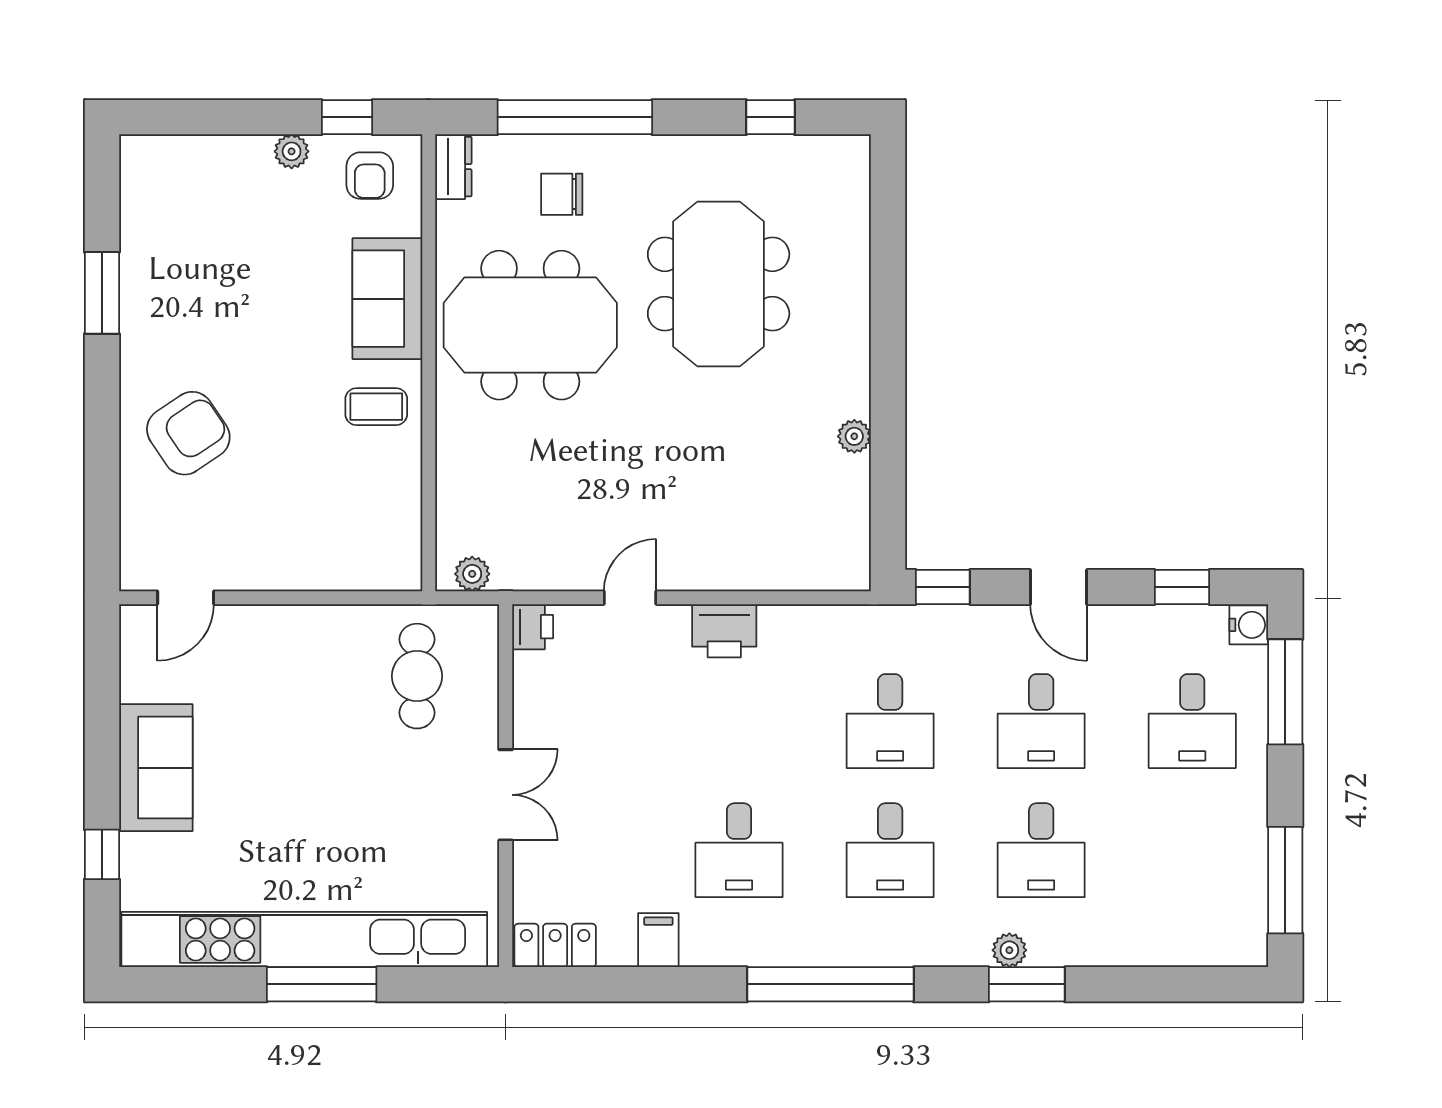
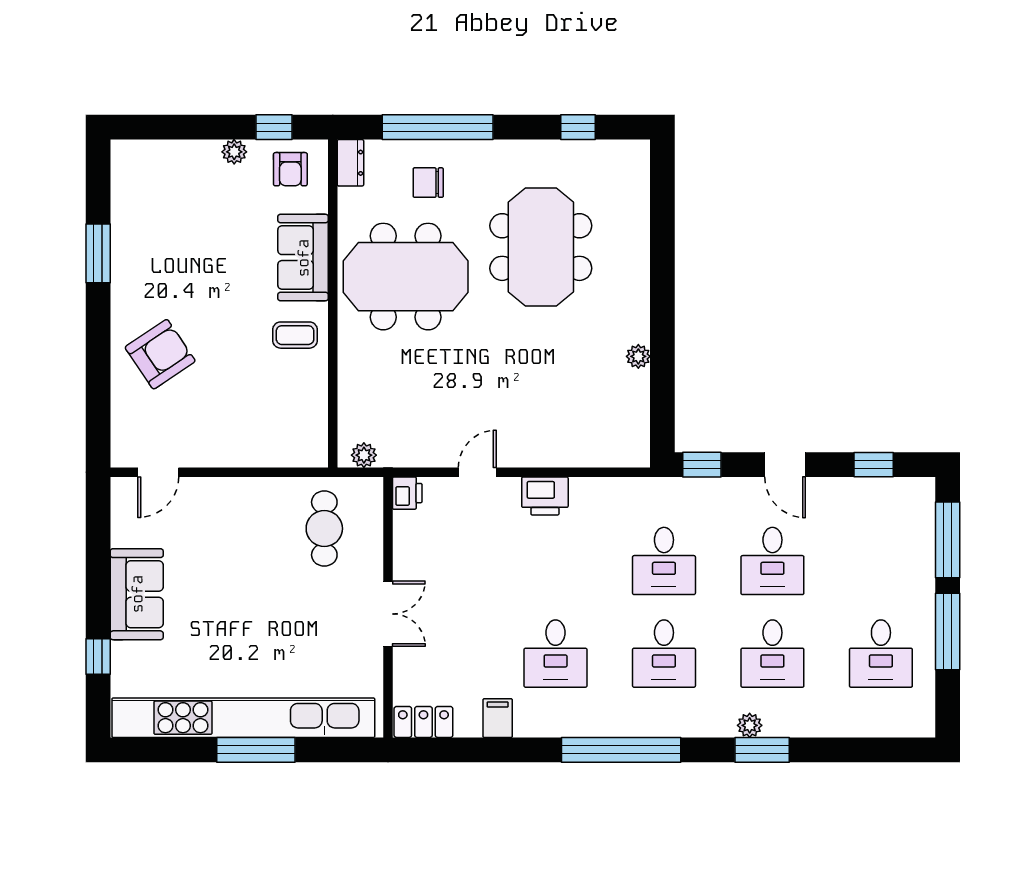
water cooler: (1249, 625) -> (921, 492), removed
desk: (1192, 721) -> (881, 654), moved
window: (1285, 880) -> (948, 631), moved

